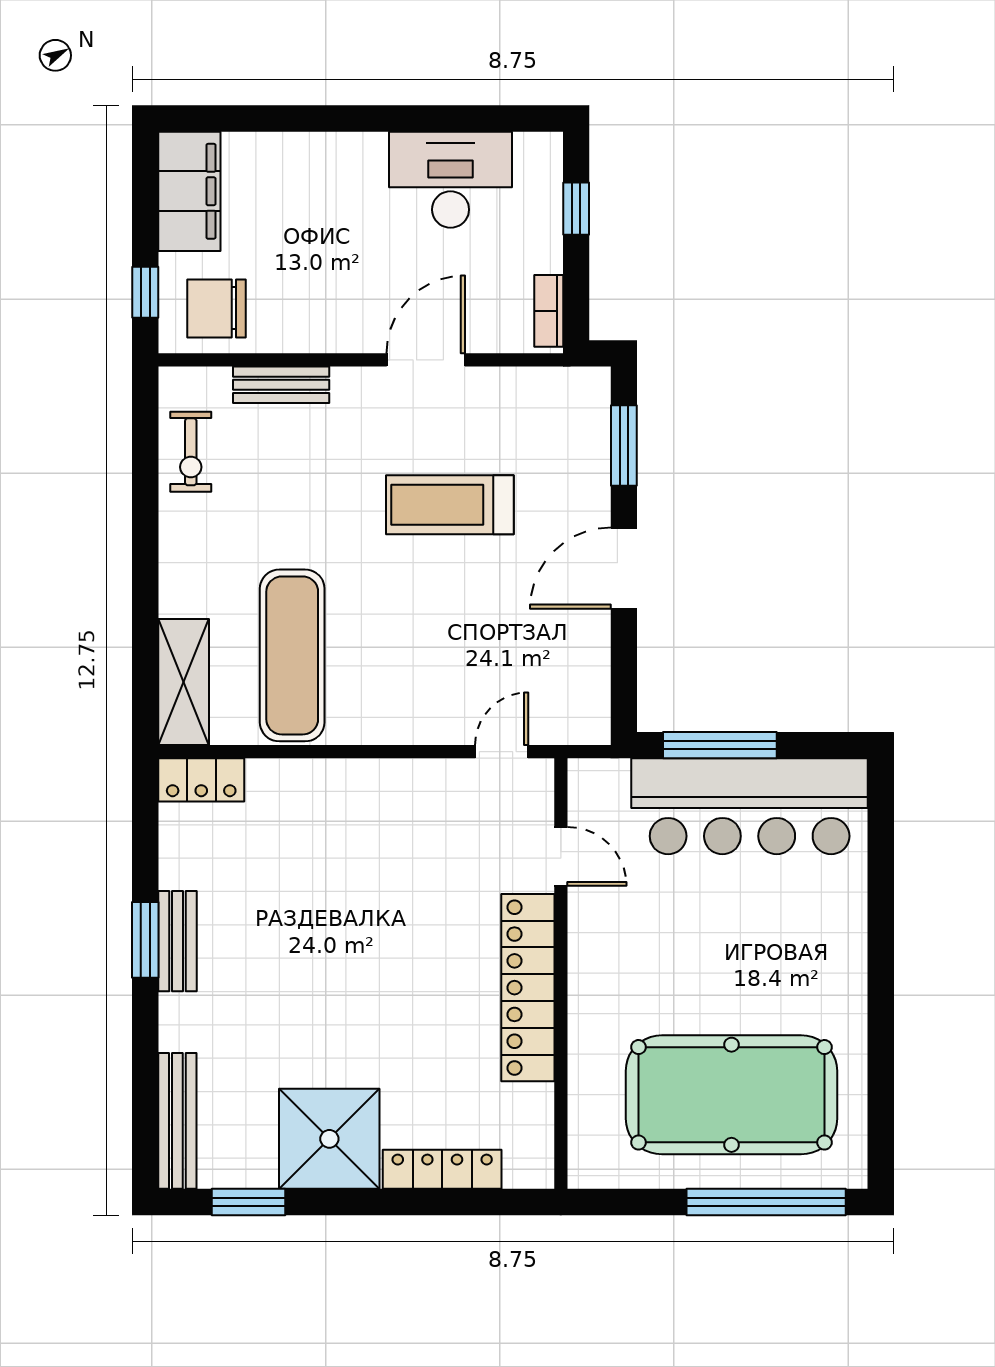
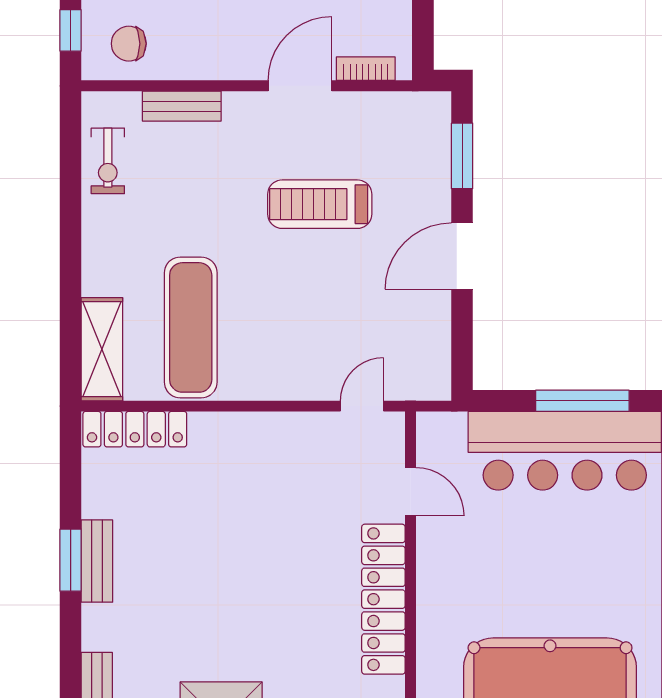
chair: (216, 308) -> (129, 44), width x0.73, depth x0.73
bookcase: (549, 311) -> (366, 69), moved, turned 90
window: (720, 745) -> (582, 401), moved
locker: (201, 780) -> (135, 429), width x1.53

